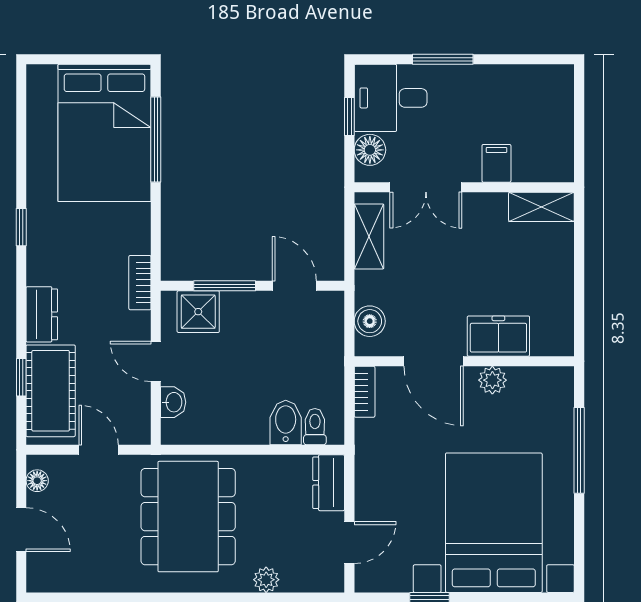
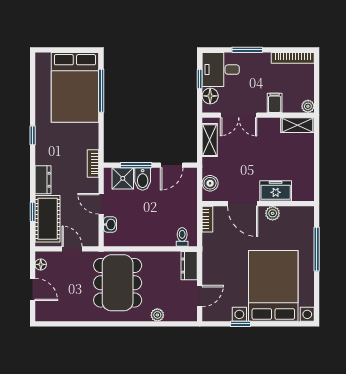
bookcase: (532, 75) -> (293, 58), added
plant: (562, 170) -> (308, 106), added
door: (294, 286) -> (172, 165), swing flipped
bidet: (286, 423) -> (143, 179), moved, turned 180

